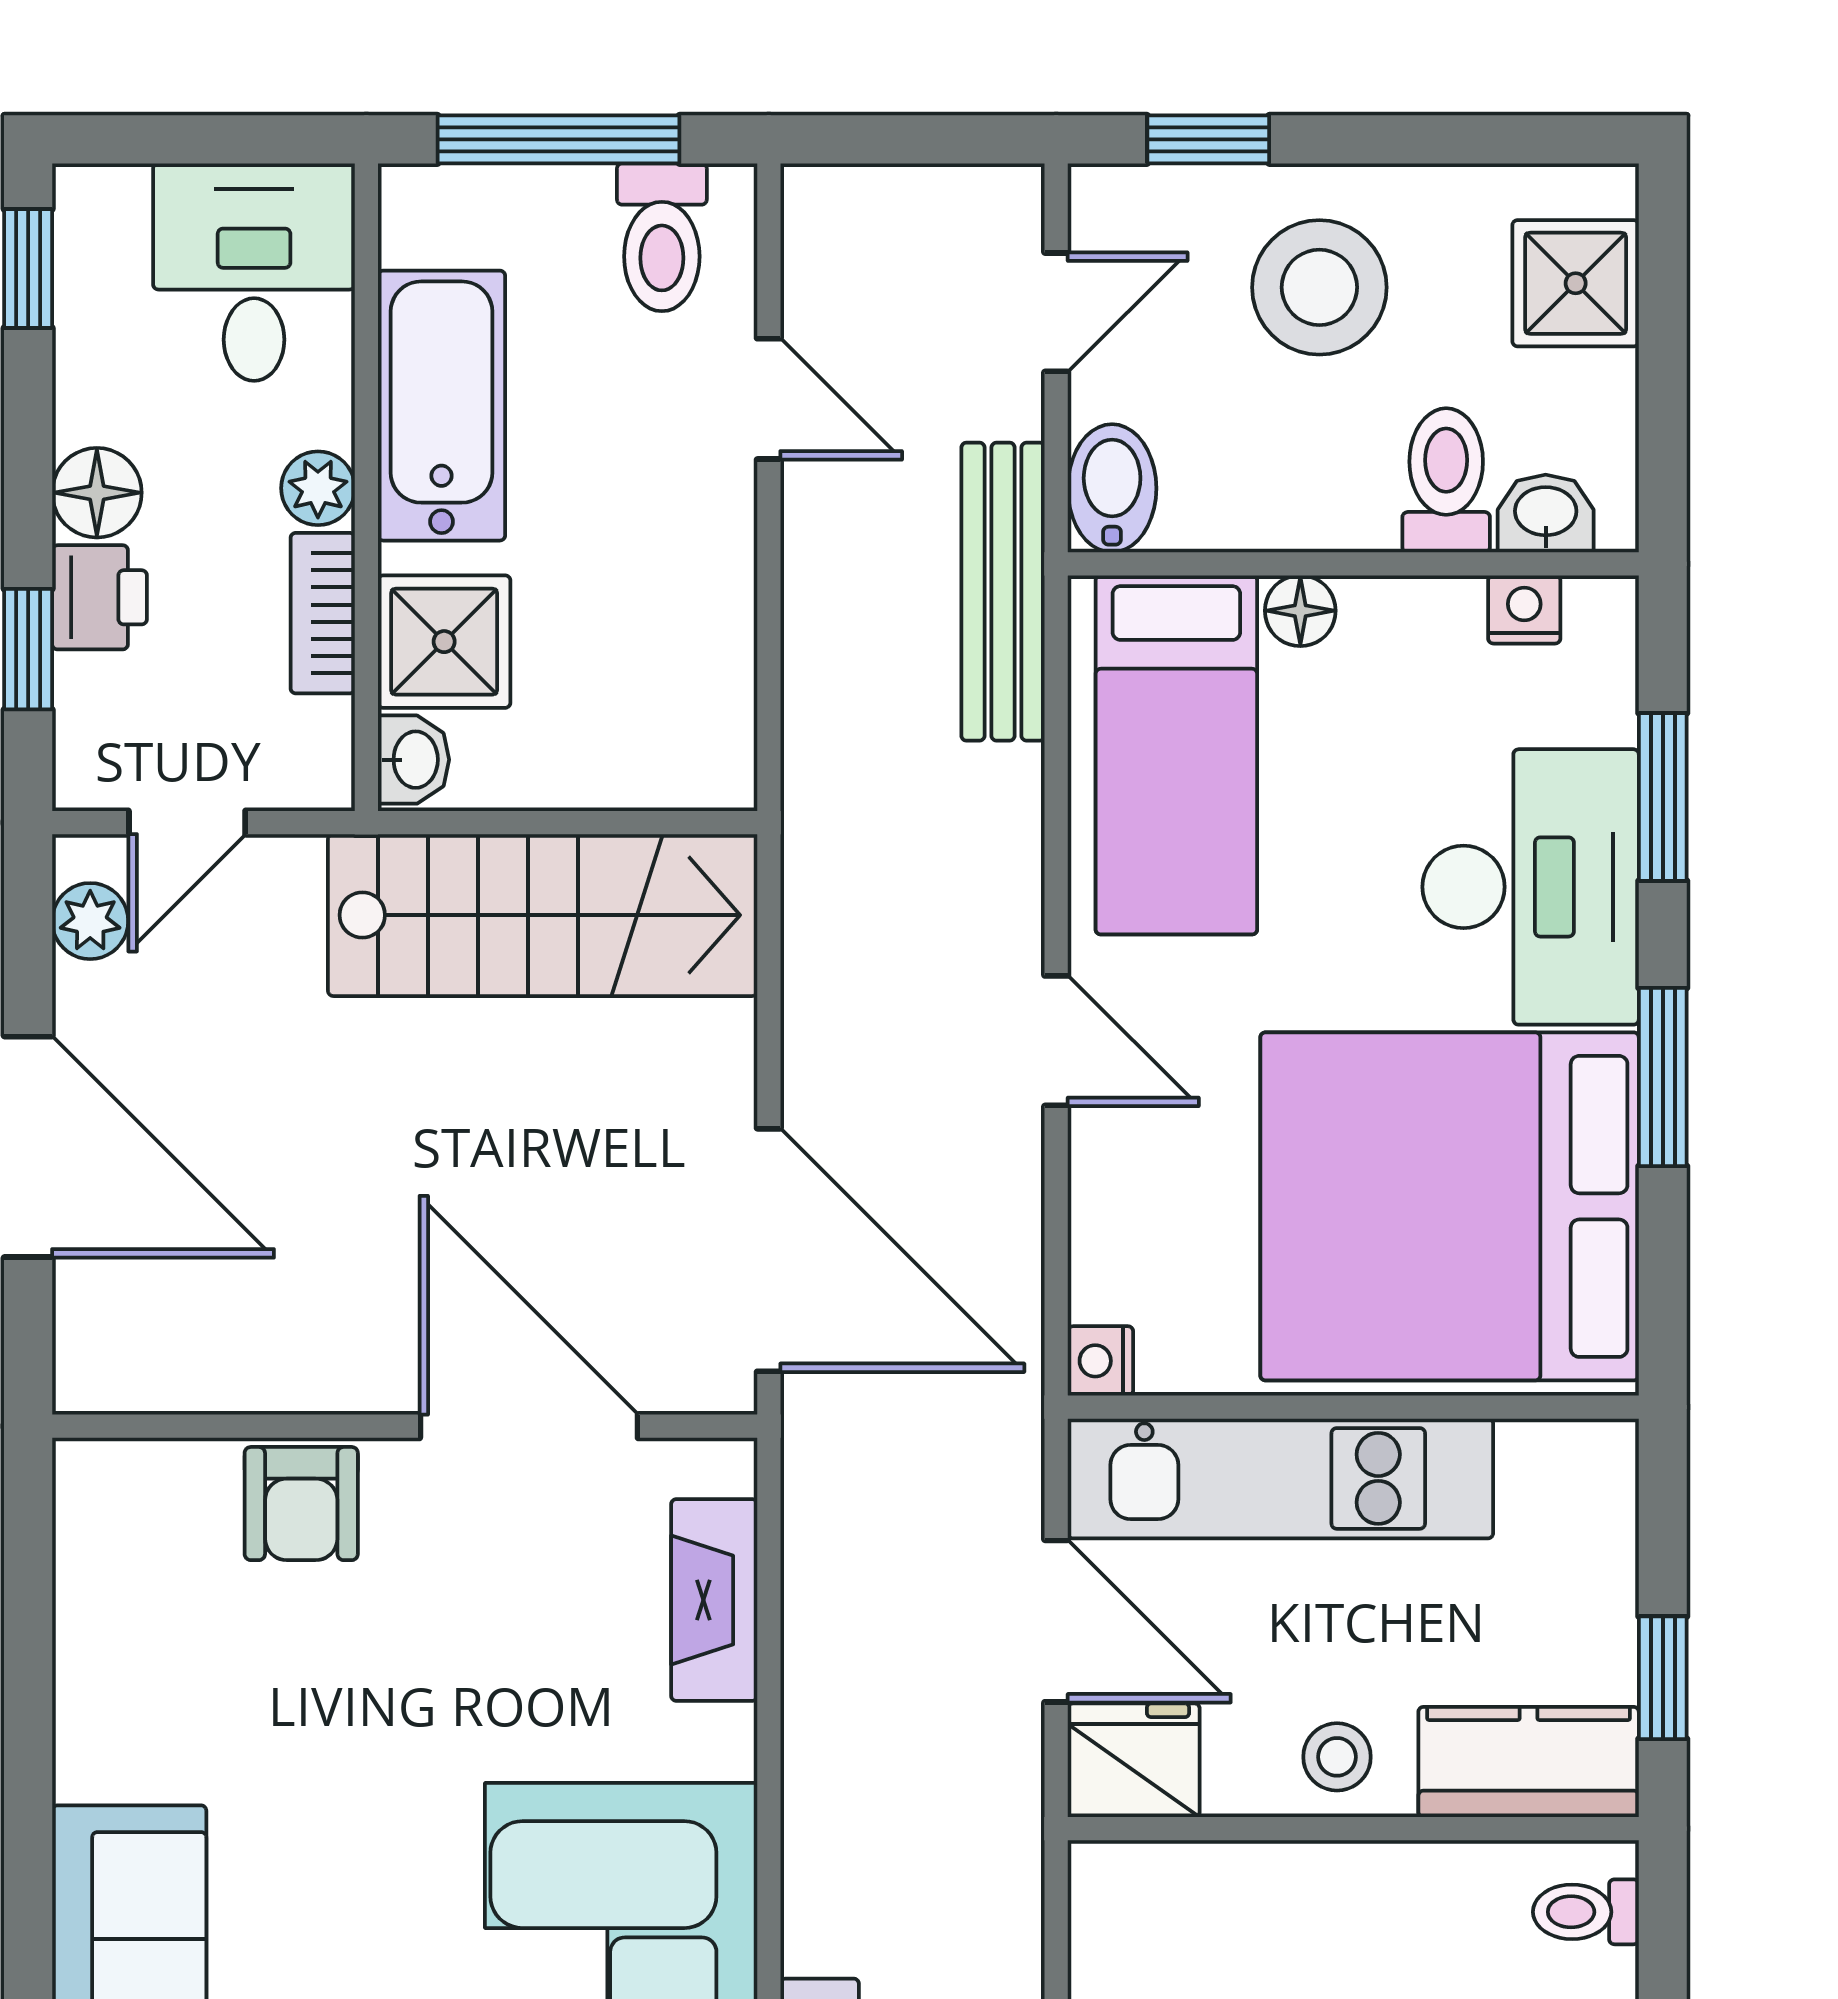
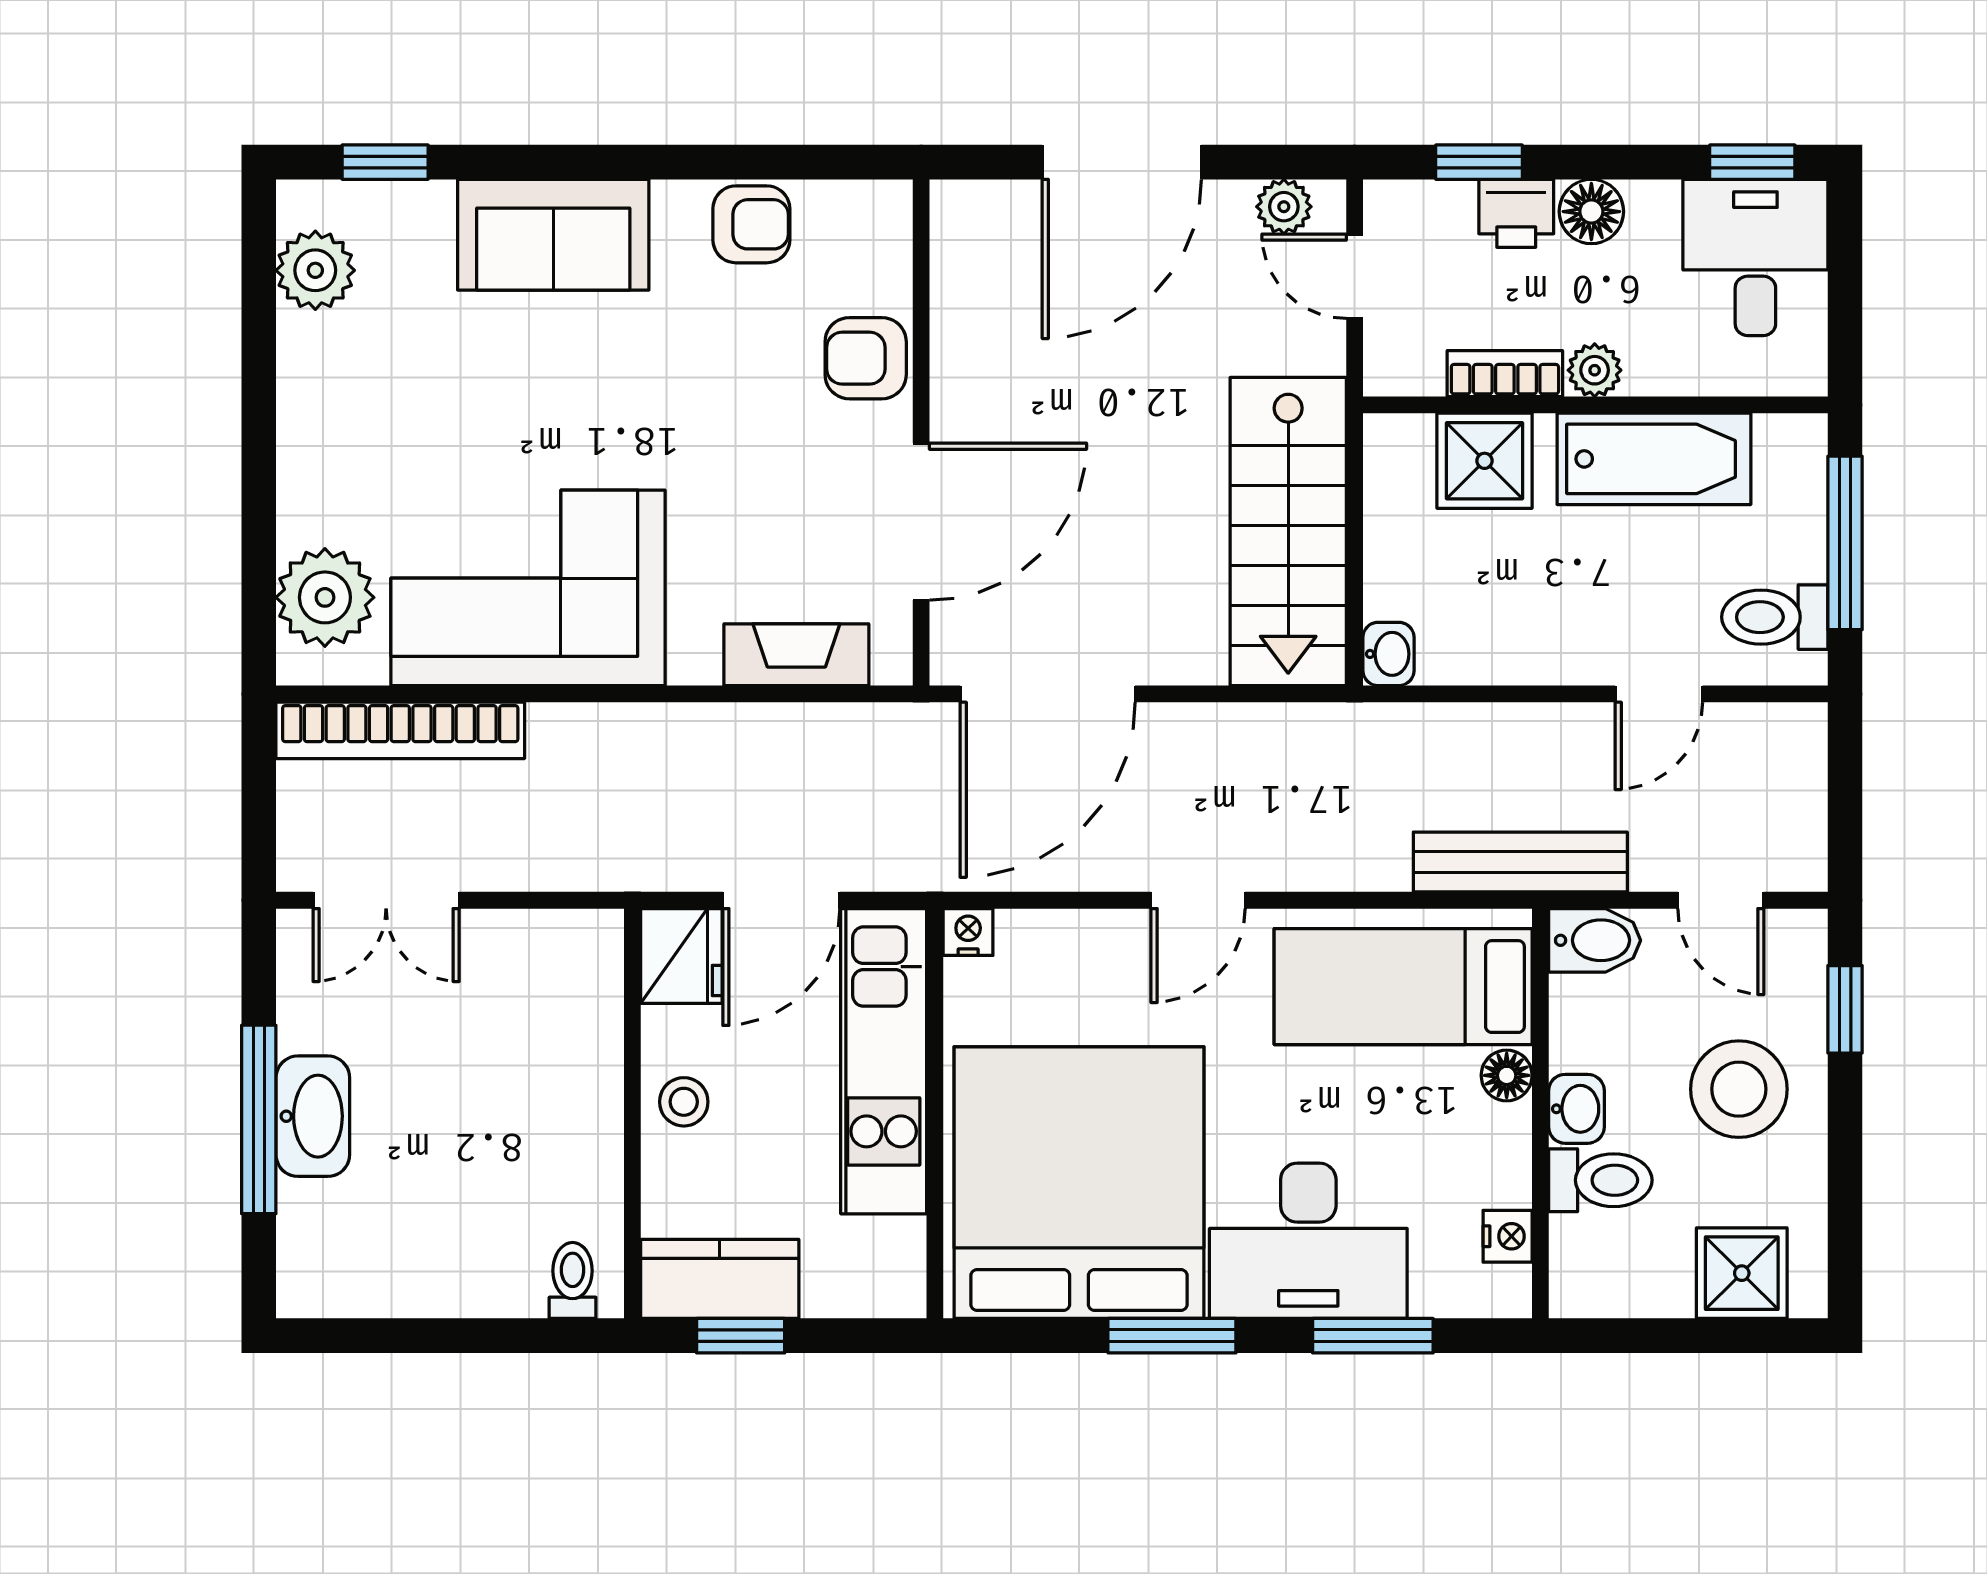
desk: (254, 272) -> (1755, 257), moved, turned -90
washbasin: (1546, 514) -> (1576, 1109), moved
washbasin: (414, 760) -> (1388, 654), moved, turned -90
armchair: (115, 1663) -> (751, 224), added
kitchen counter: (1529, 1762) -> (720, 1279), moved, turned -90

